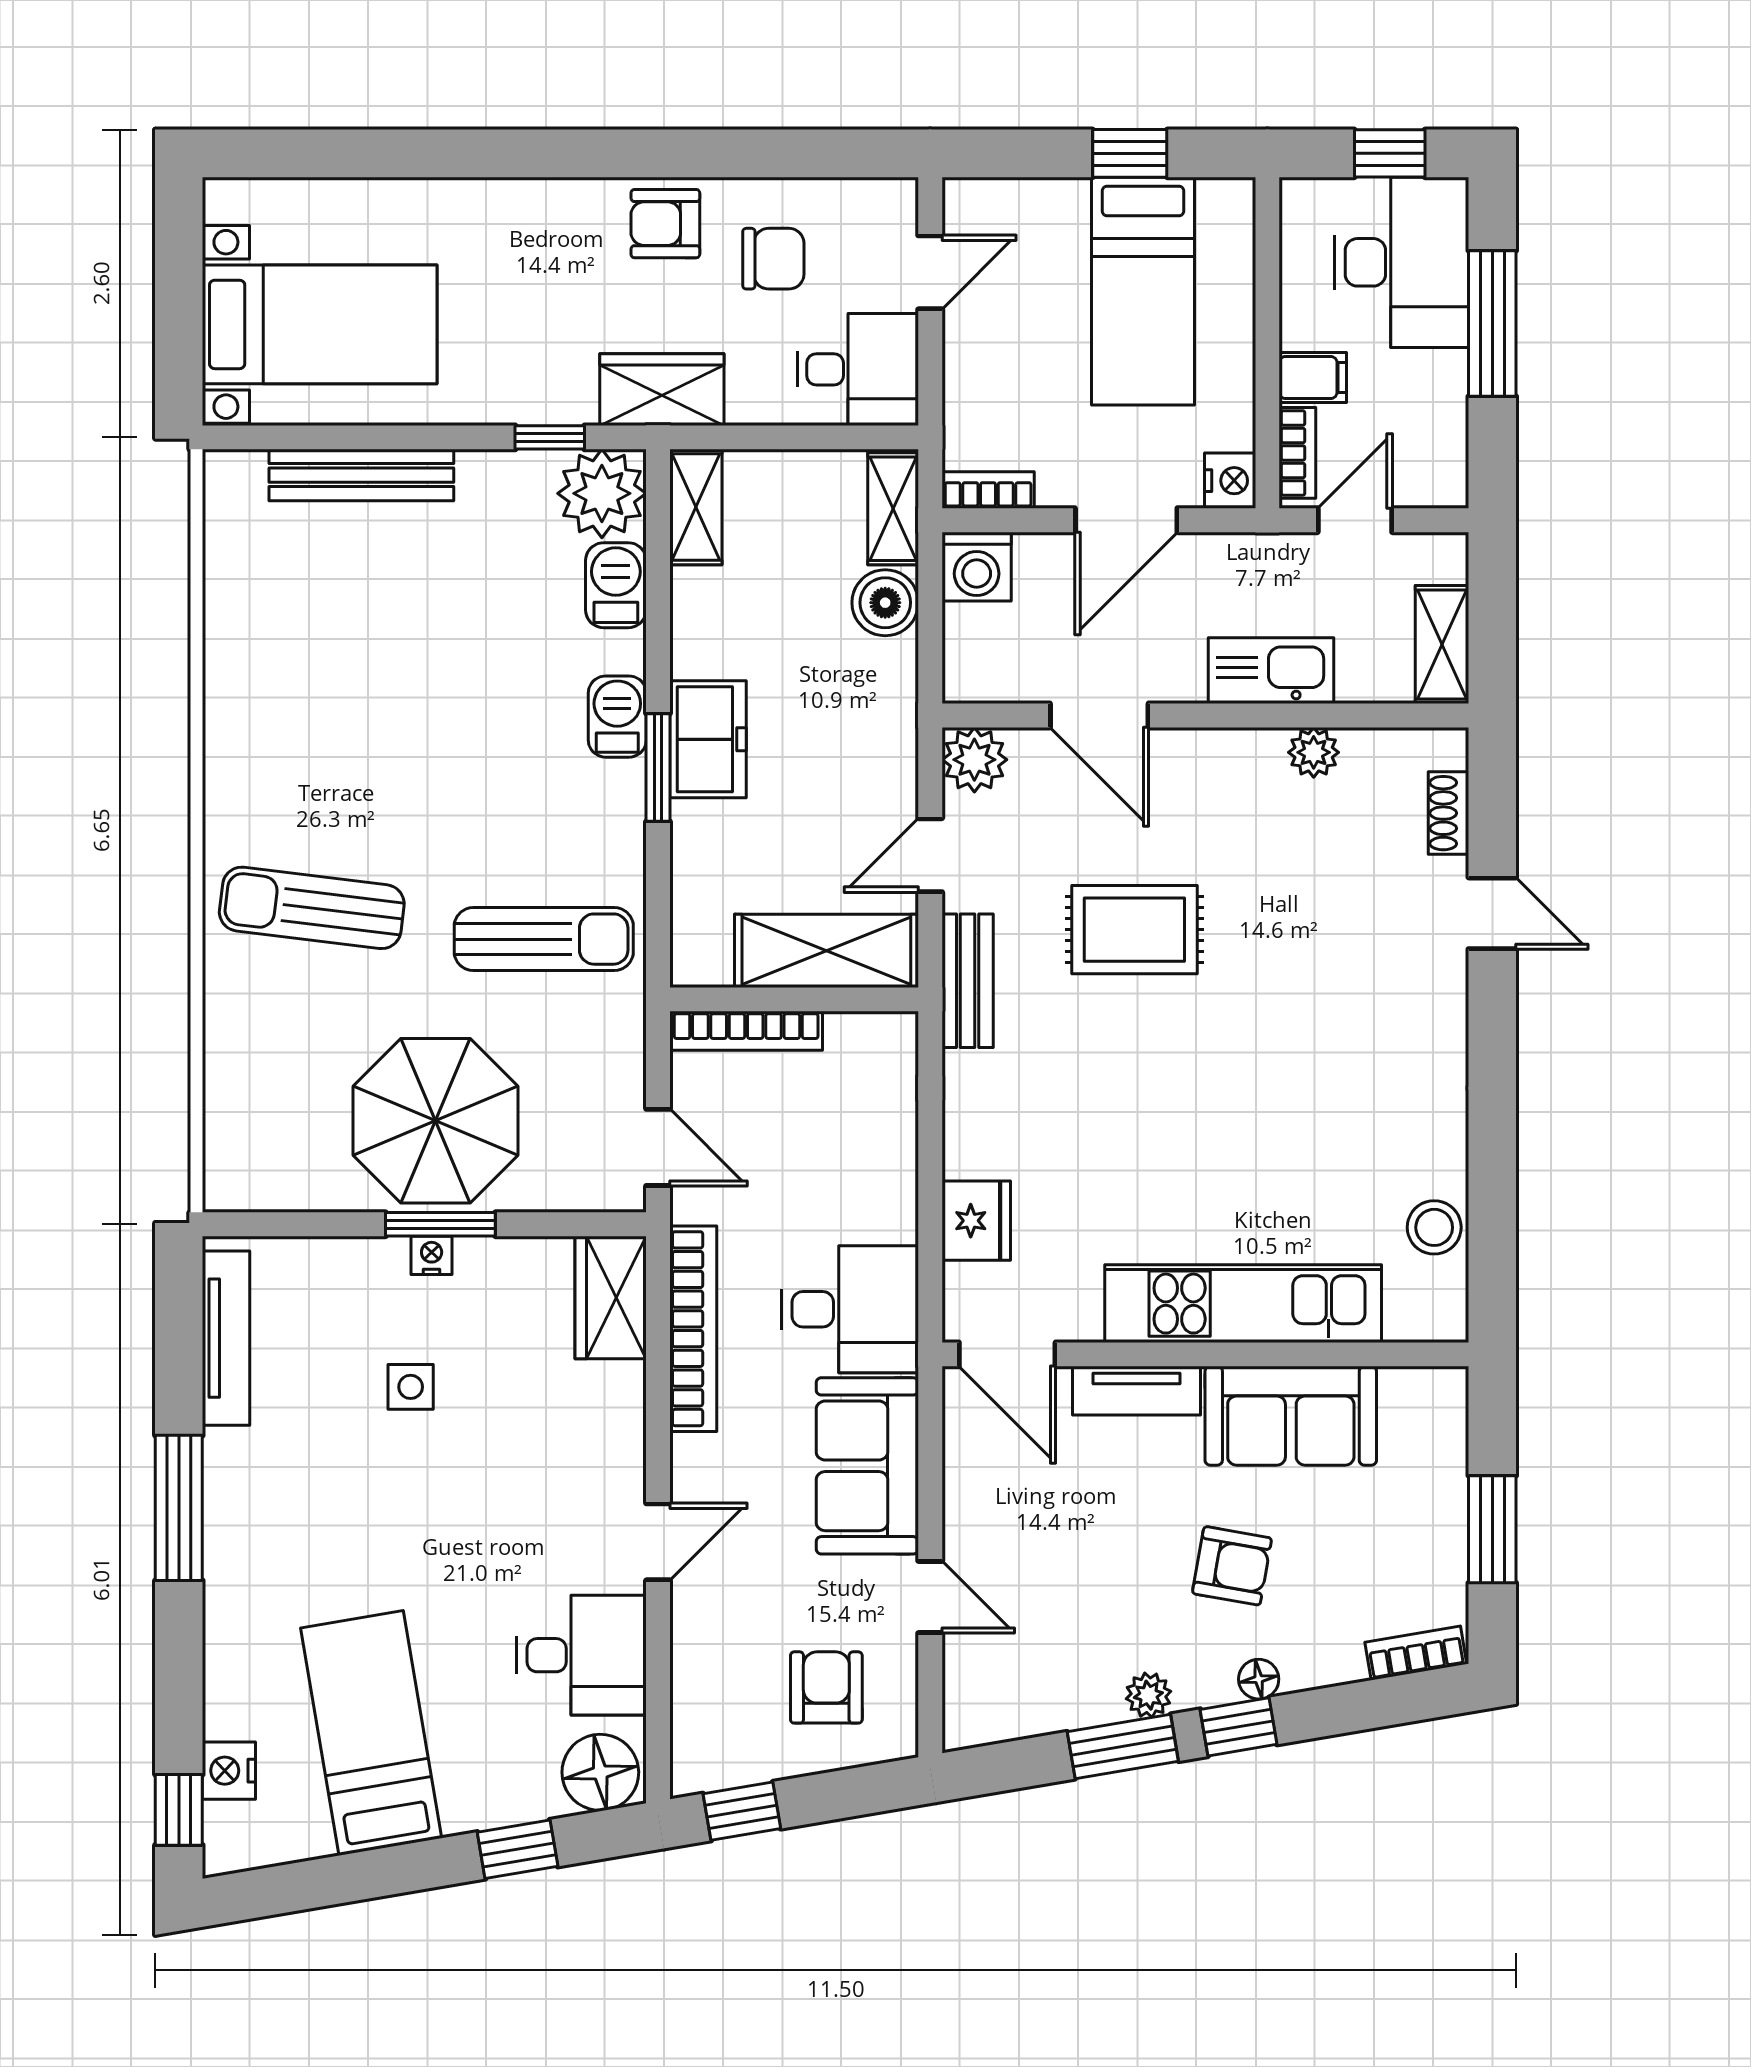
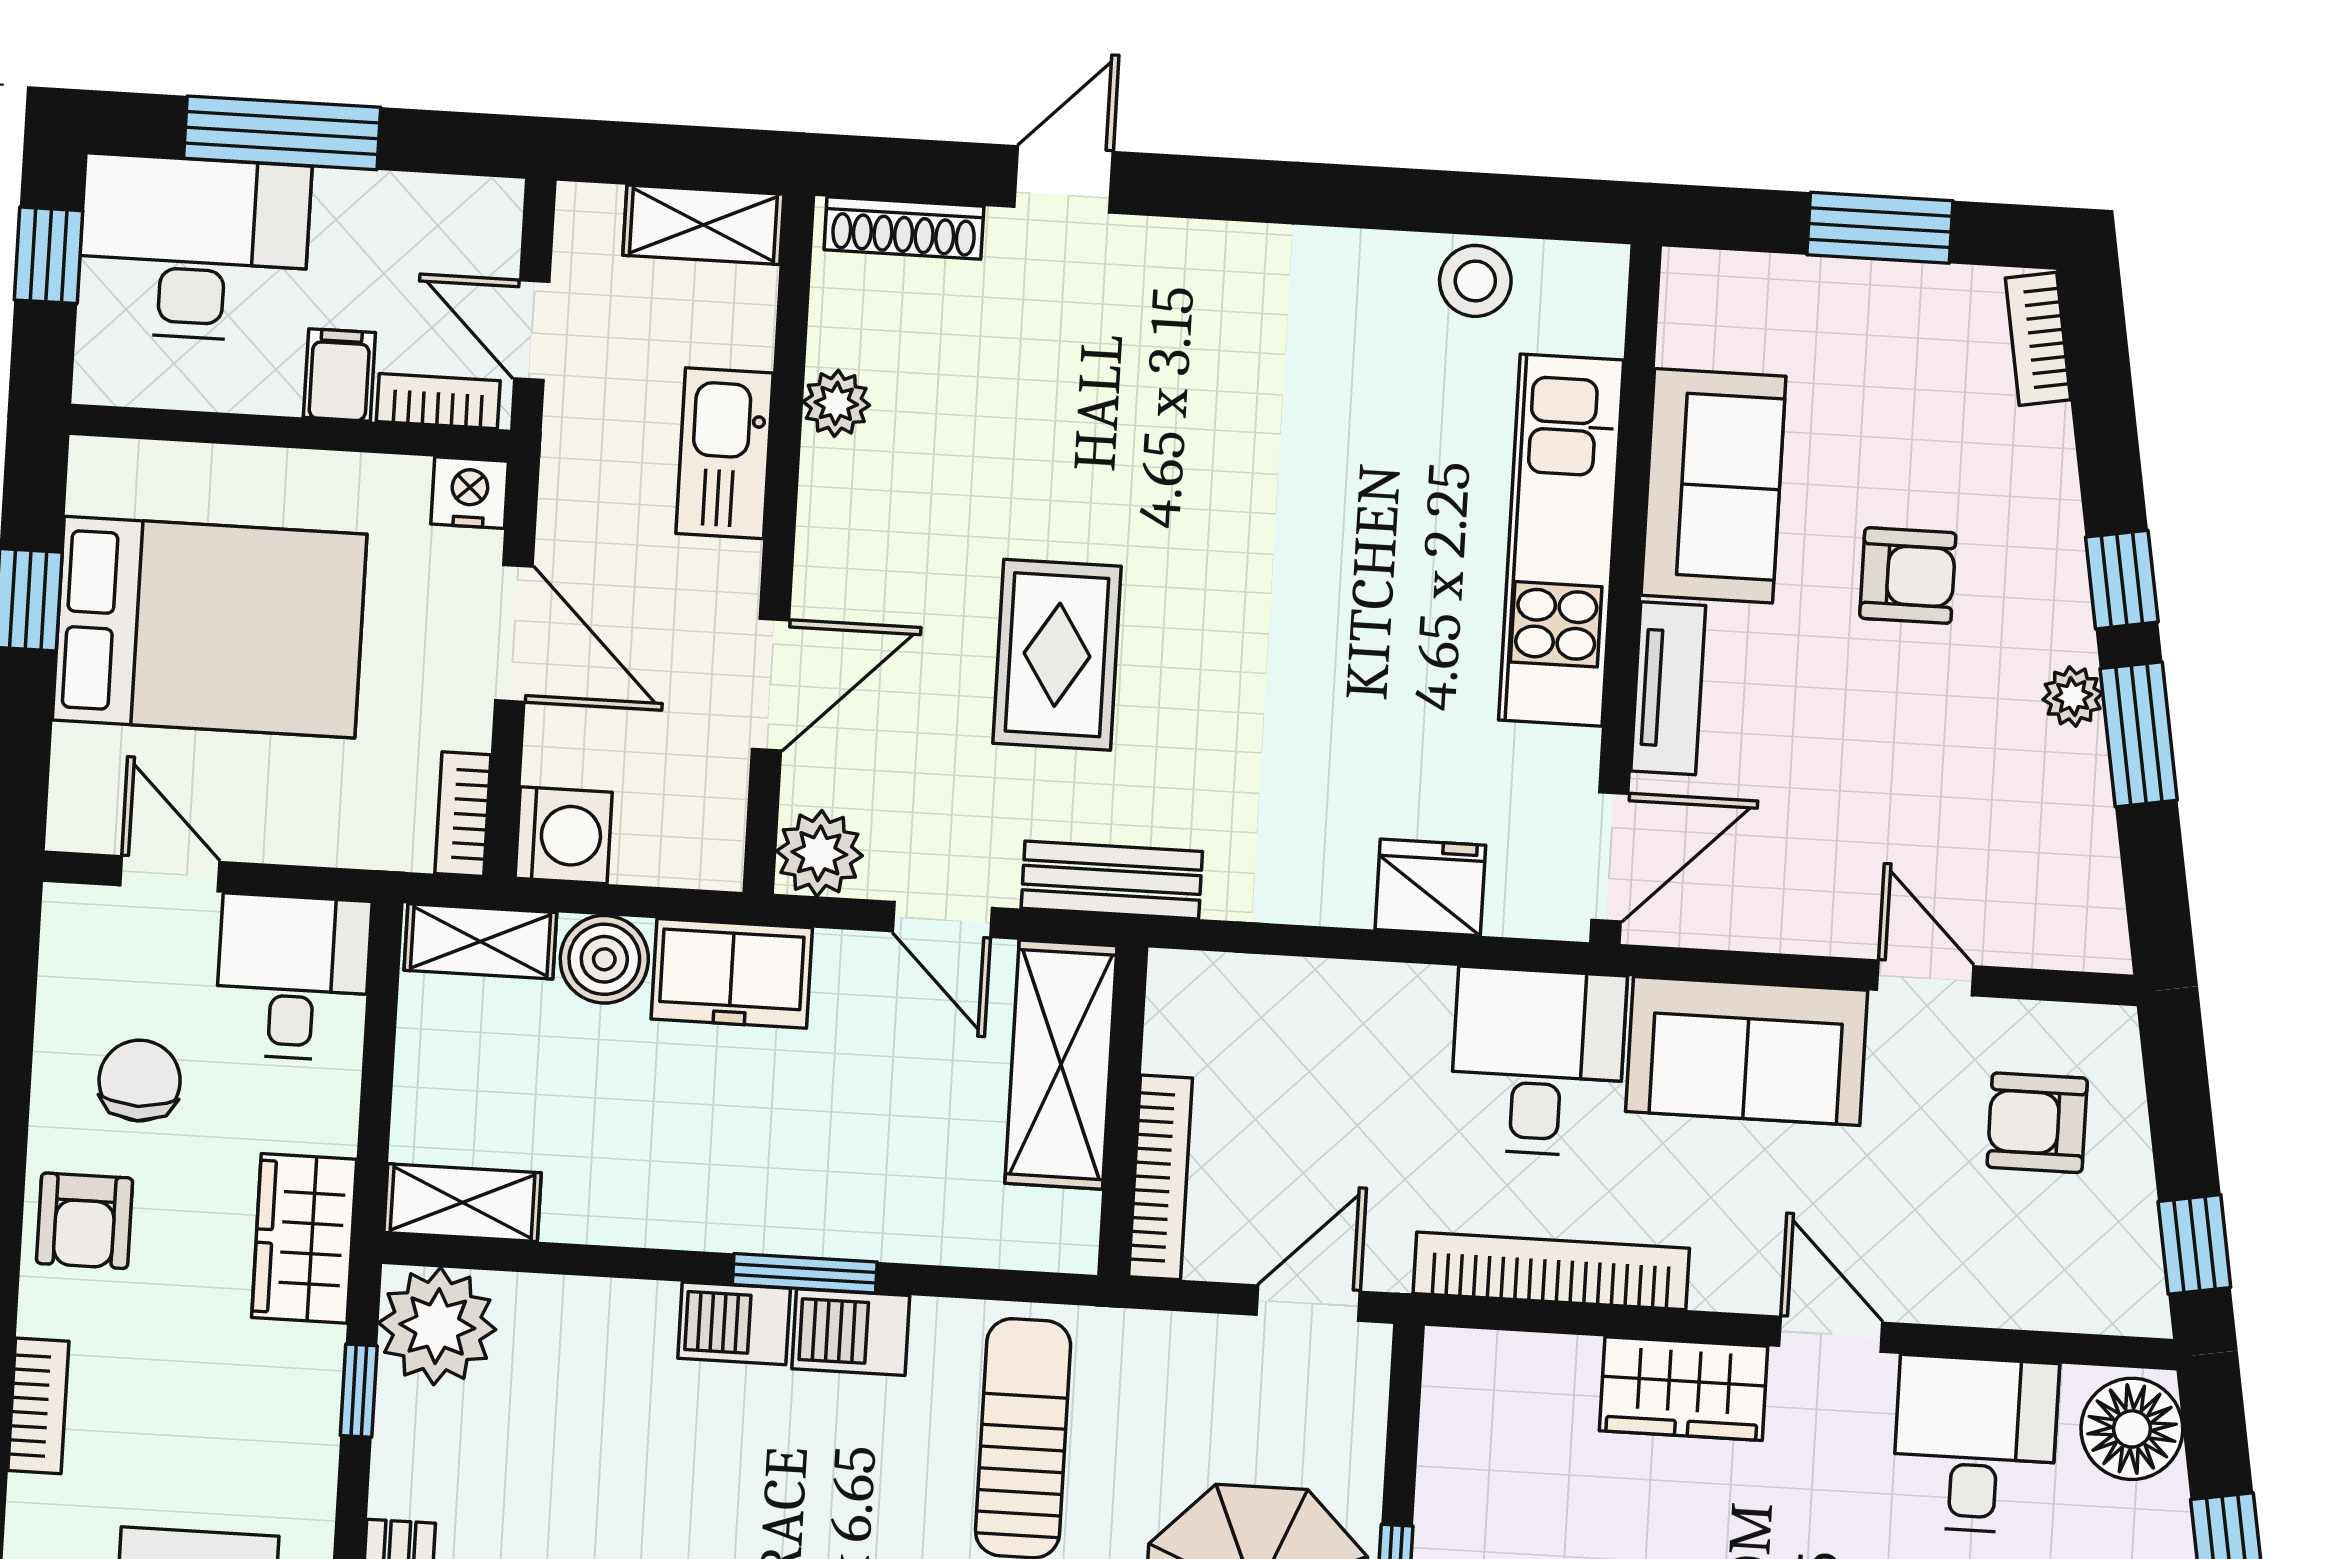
bookcase: (524, 197) -> (38, 1406), added
bed: (1143, 291) -> (210, 627), width x1.50
barbecue: (616, 585) -> (851, 1332), moved
freezer: (708, 739) -> (732, 973), moved, turned 180
shoe rack: (1448, 813) -> (904, 228), width x1.43
wardrobe: (611, 1297) -> (1684, 1389), moved
armchair: (1232, 1566) -> (1908, 576), turned 80
door: (930, 1597) -> (1925, 978), hinge flipped
floor lamp: (1259, 1679) -> (2060, 549), removed

